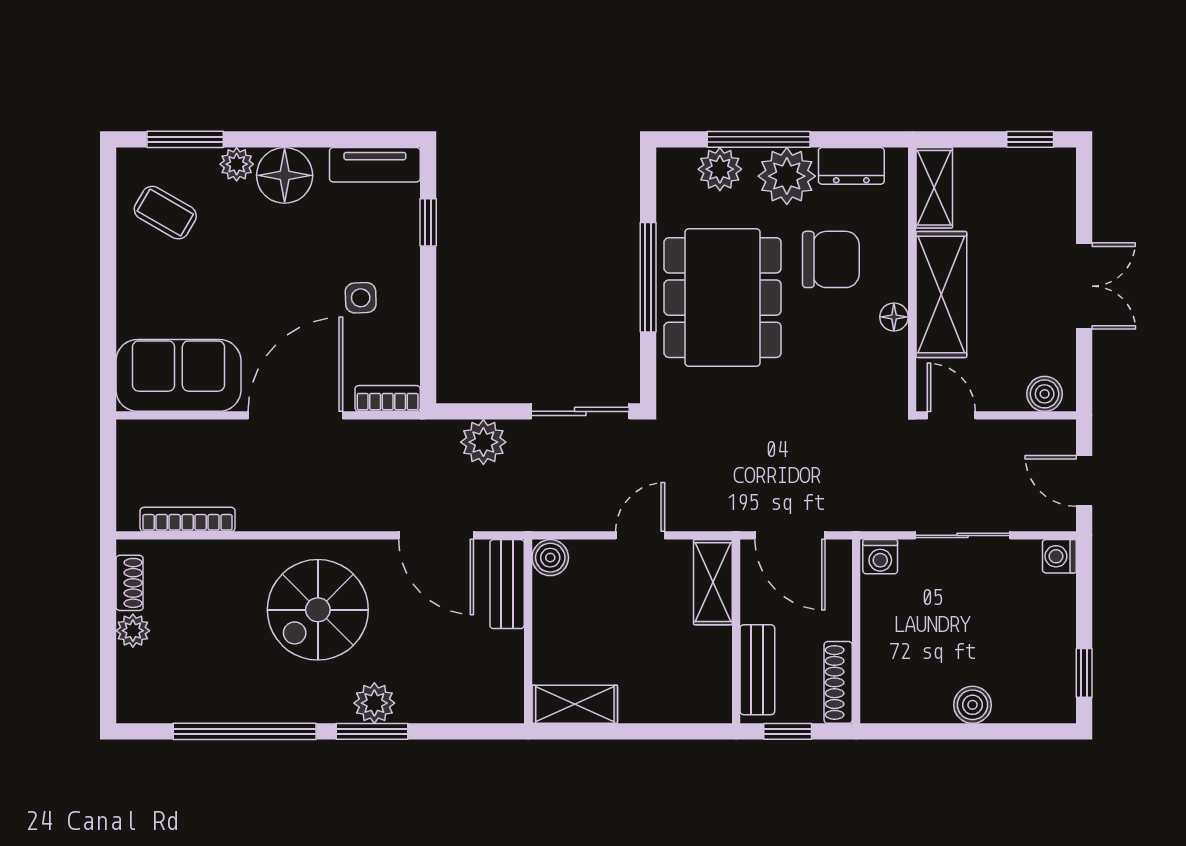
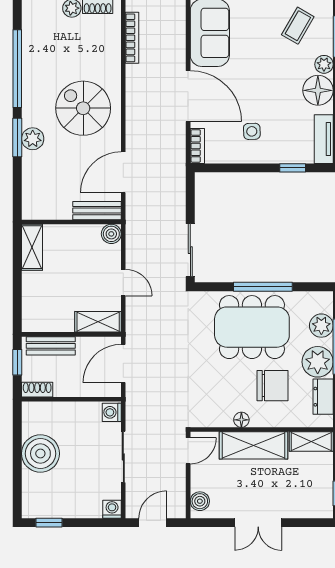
chair: (831, 259) -> (273, 386), turned -90
plant: (483, 442) -> (174, 198), removed
shoe rack: (838, 682) -> (37, 390), width x0.70
boiler: (973, 705) -> (40, 454), width x1.86, depth x1.86

